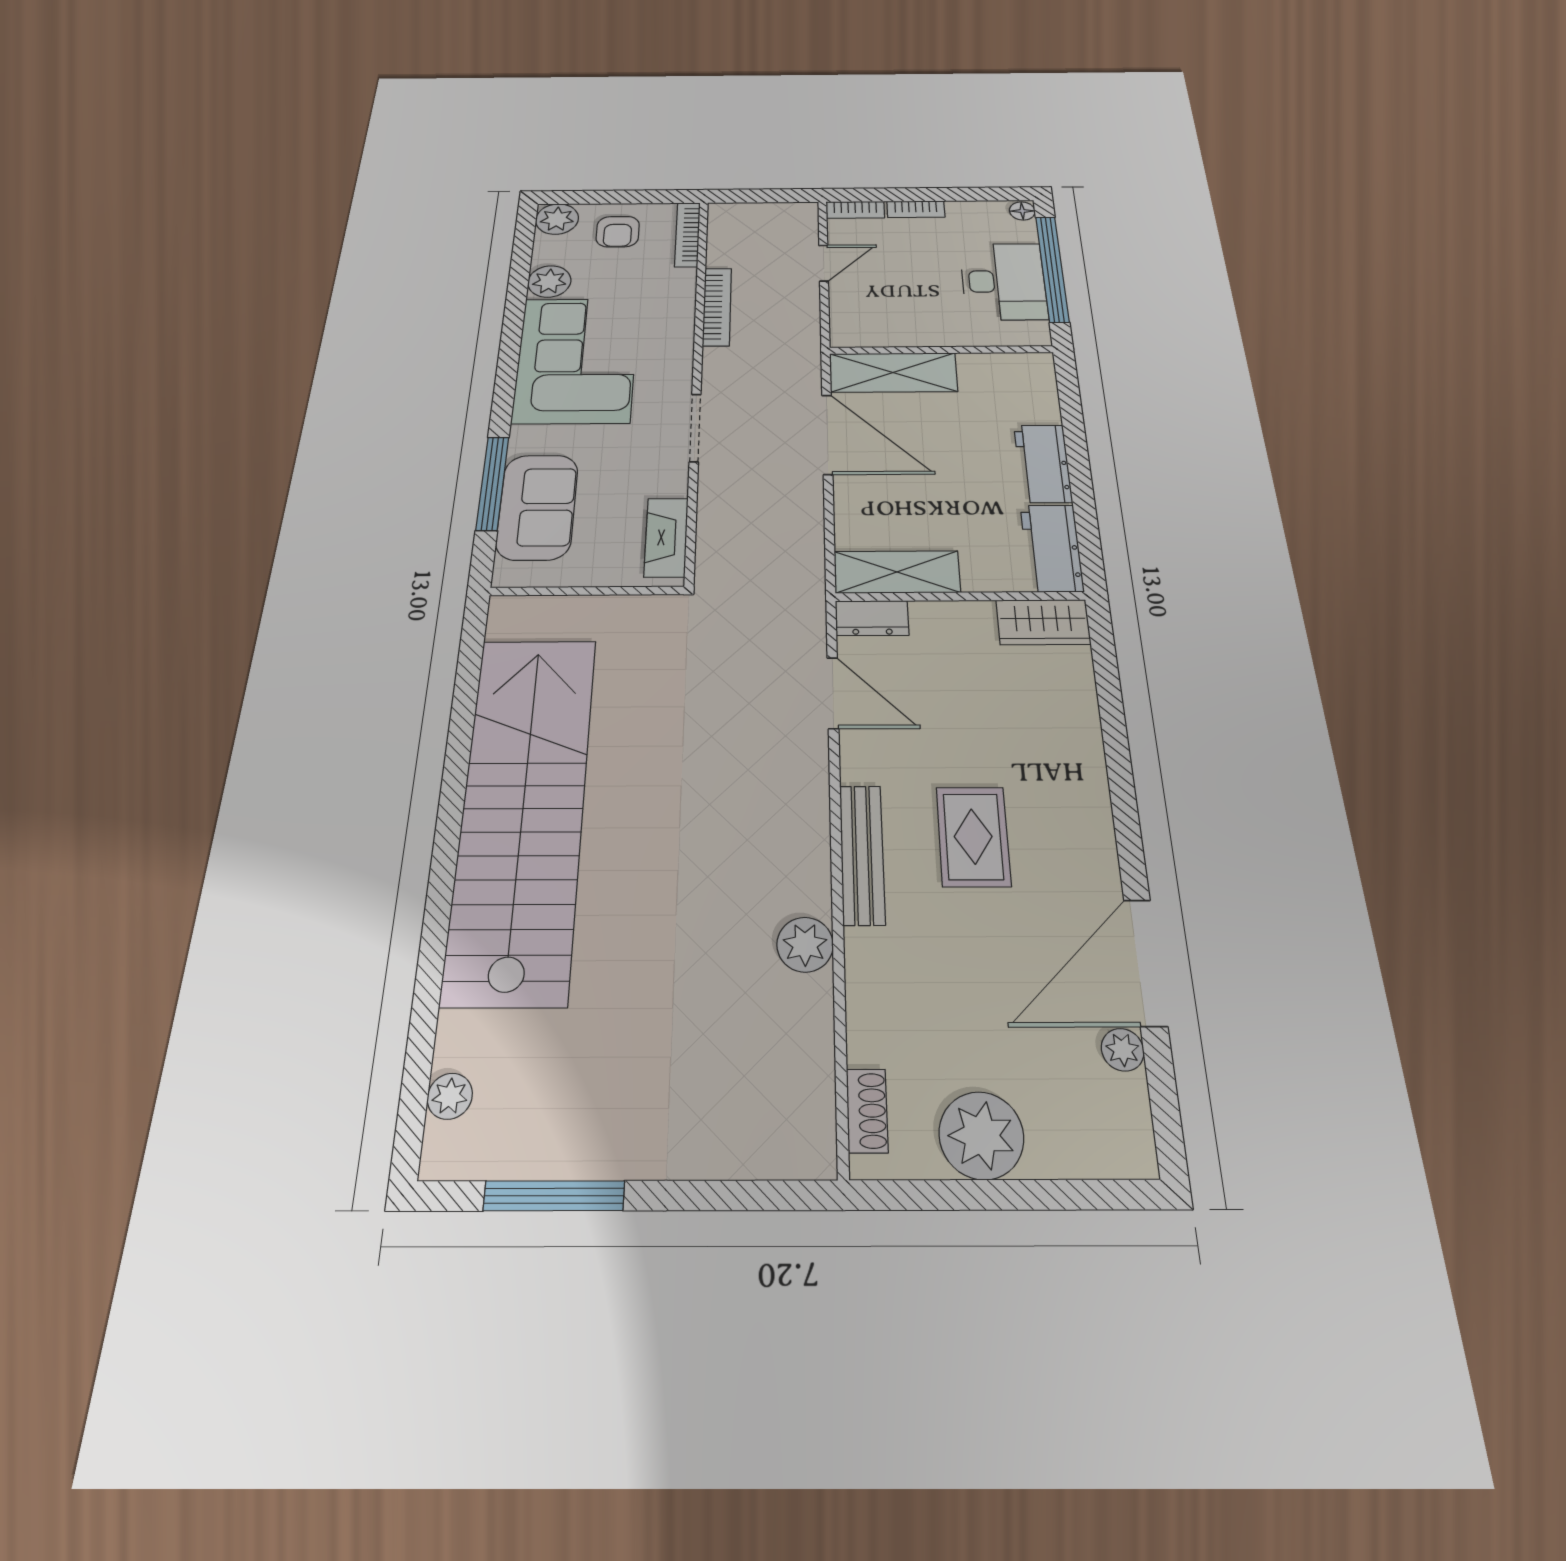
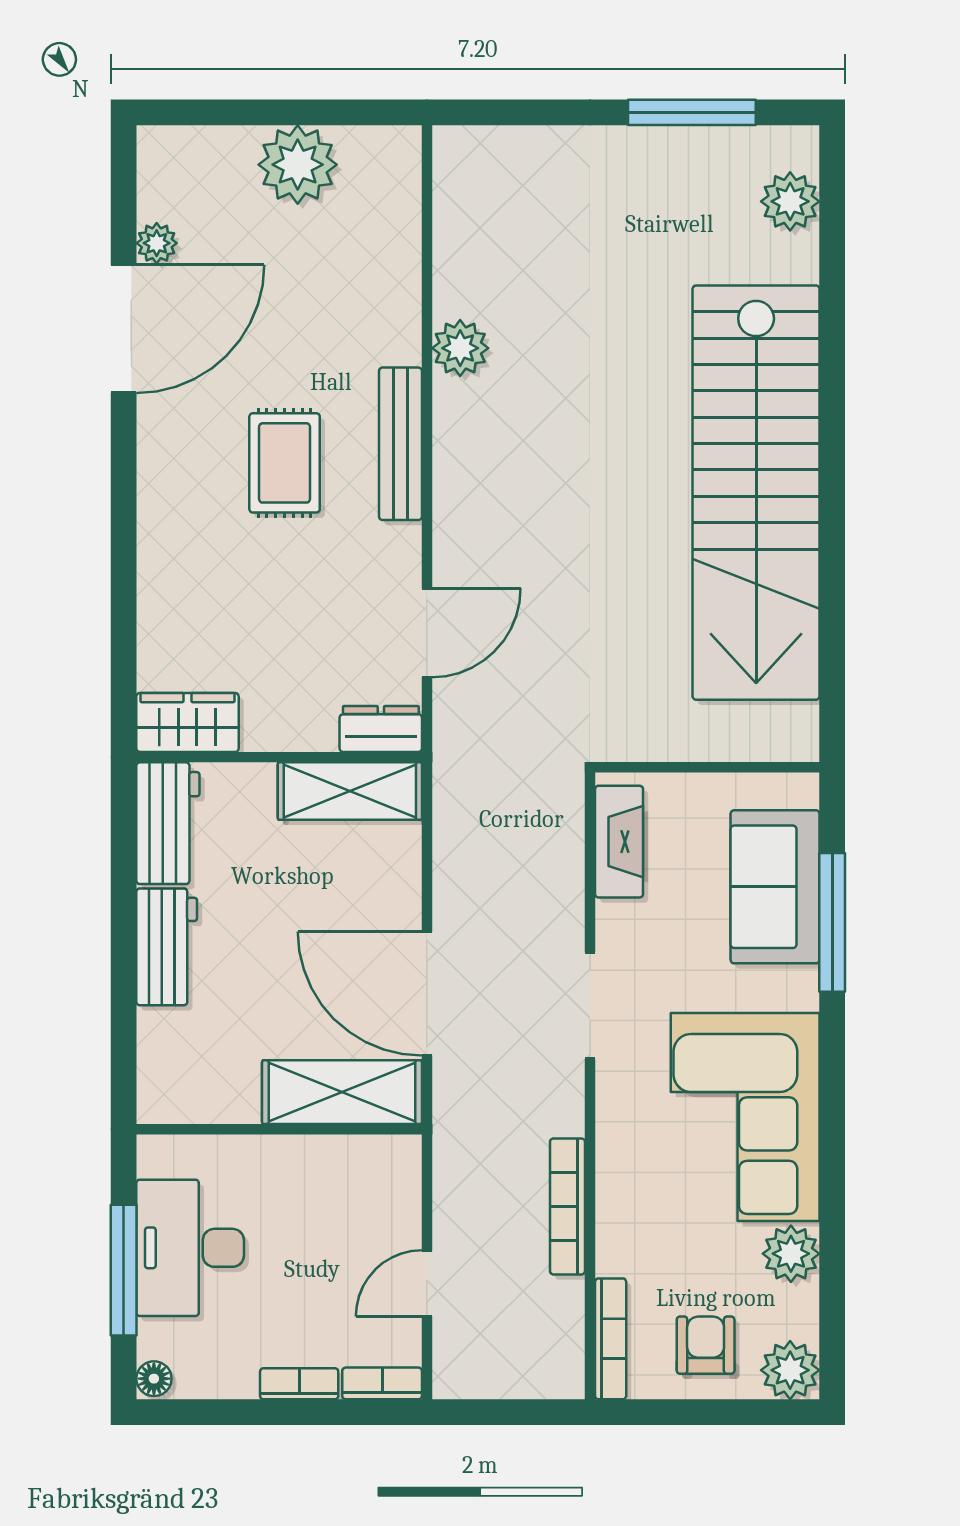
window: (1052, 269) -> (124, 1270), width x0.68
door: (833, 693) -> (427, 633), swing flipped
plant: (450, 1096) -> (790, 201), width x1.38, depth x1.38
shoe rack: (867, 1111) -> (403, 187), removed

